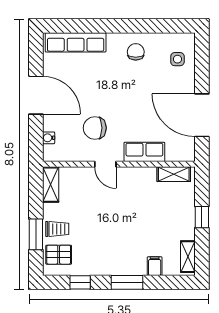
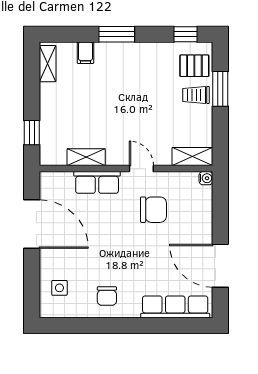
door: (36, 95) -> (220, 266), moved
water cooler: (49, 138) -> (206, 178), moved
shelving: (174, 174) -> (86, 157), moved
shelving: (51, 185) -> (192, 157), moved, turned 90
window: (202, 217) -> (32, 133), moved
window: (80, 282) -> (186, 34), moved

